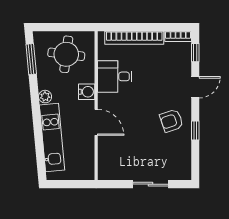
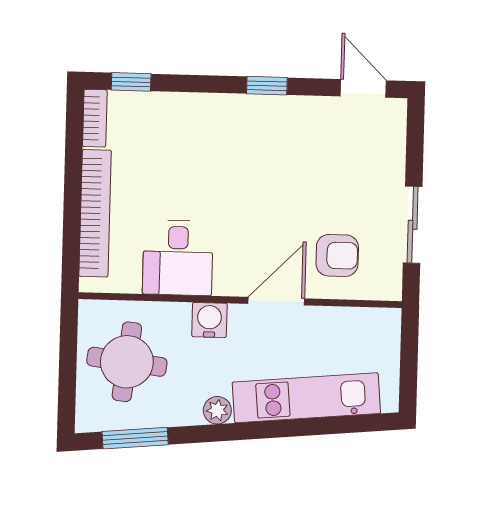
door: (195, 87) -> (363, 88), moved
armchair: (171, 121) -> (337, 255), moved, turned -71
window: (195, 130) -> (267, 86), moved
sliding door: (151, 184) -> (413, 225), moved

